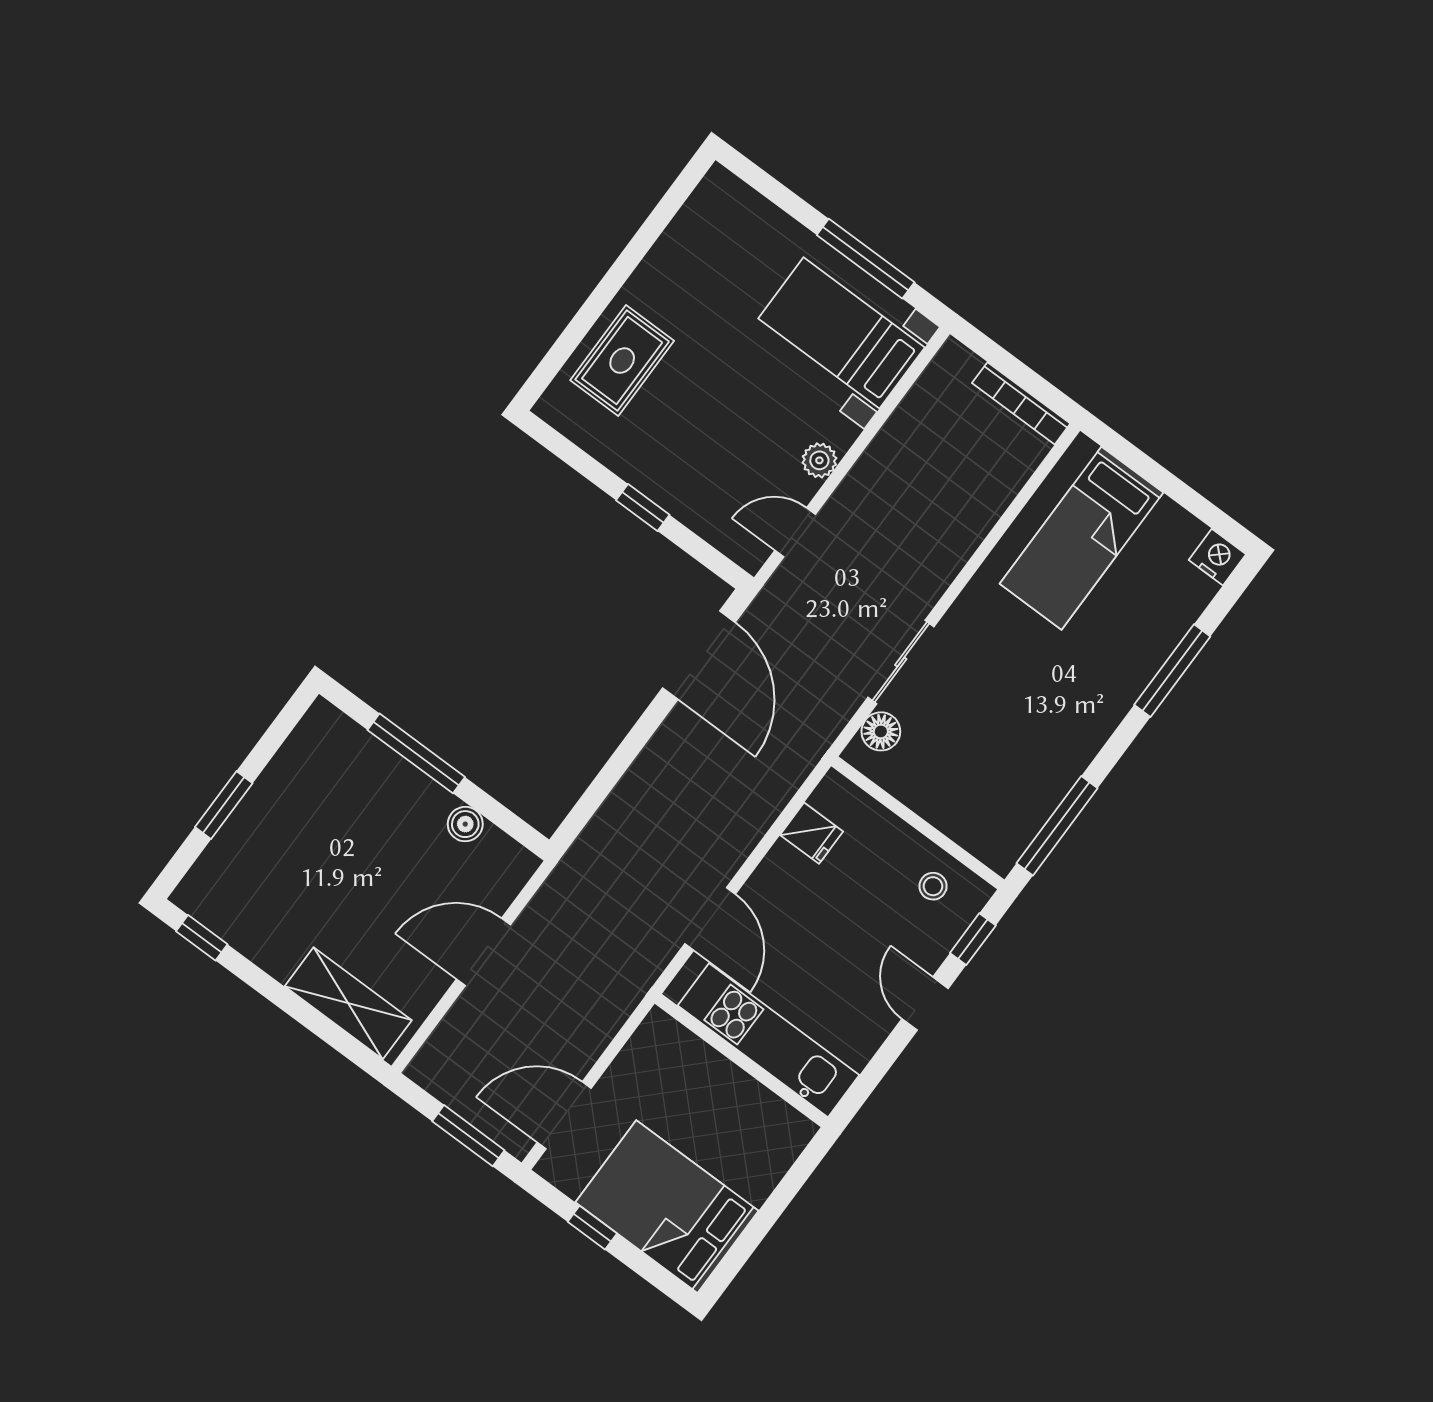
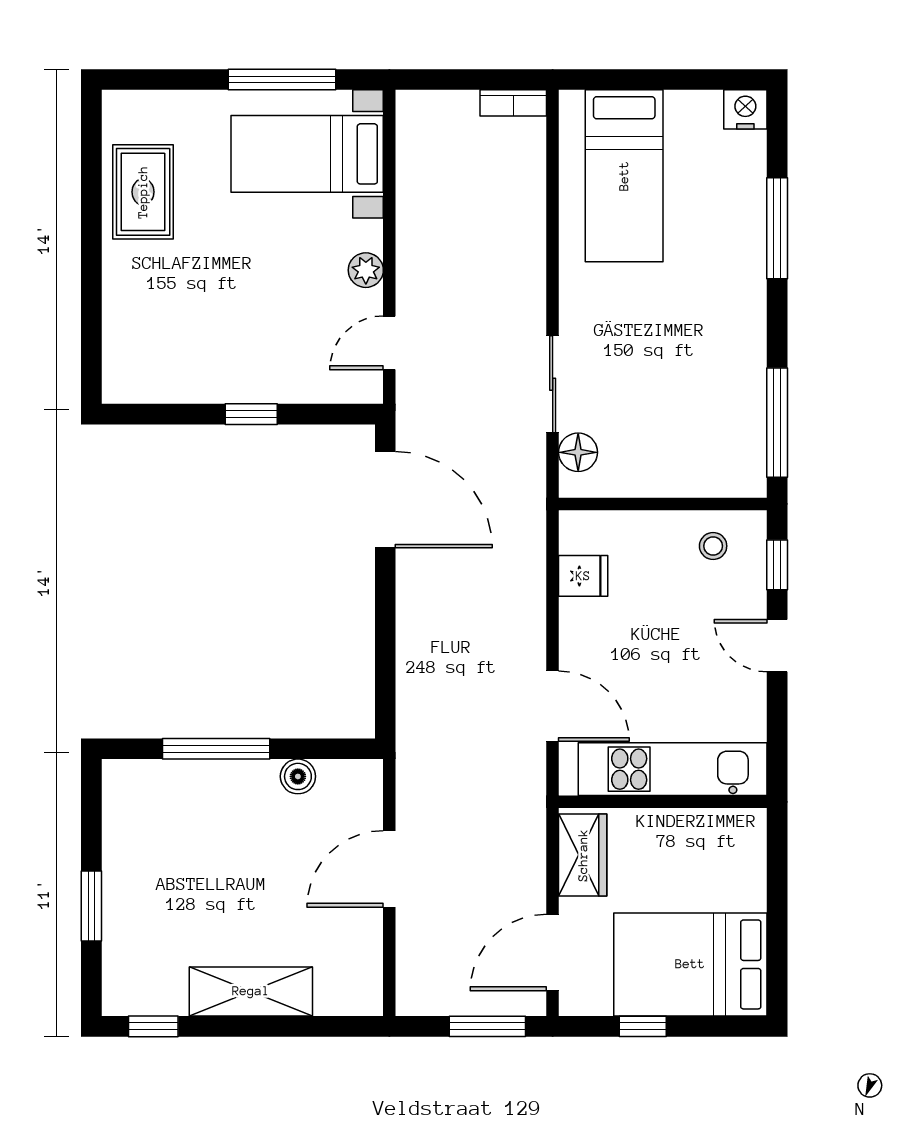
rug: (622, 361) -> (143, 192), moved
bookcase: (1021, 403) -> (513, 103), width x0.64
shelving: (348, 1003) -> (251, 991), moved
wardrobe: (646, 1055) -> (583, 855), added

